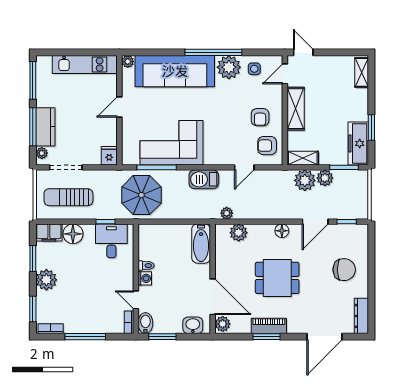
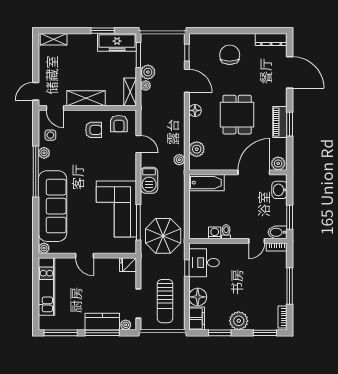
plant: (229, 67) -> (44, 153), width x0.53, depth x0.53
plant: (305, 180) -> (146, 86), width x0.53, depth x0.53
washing machine: (145, 278) -> (215, 233), moved

